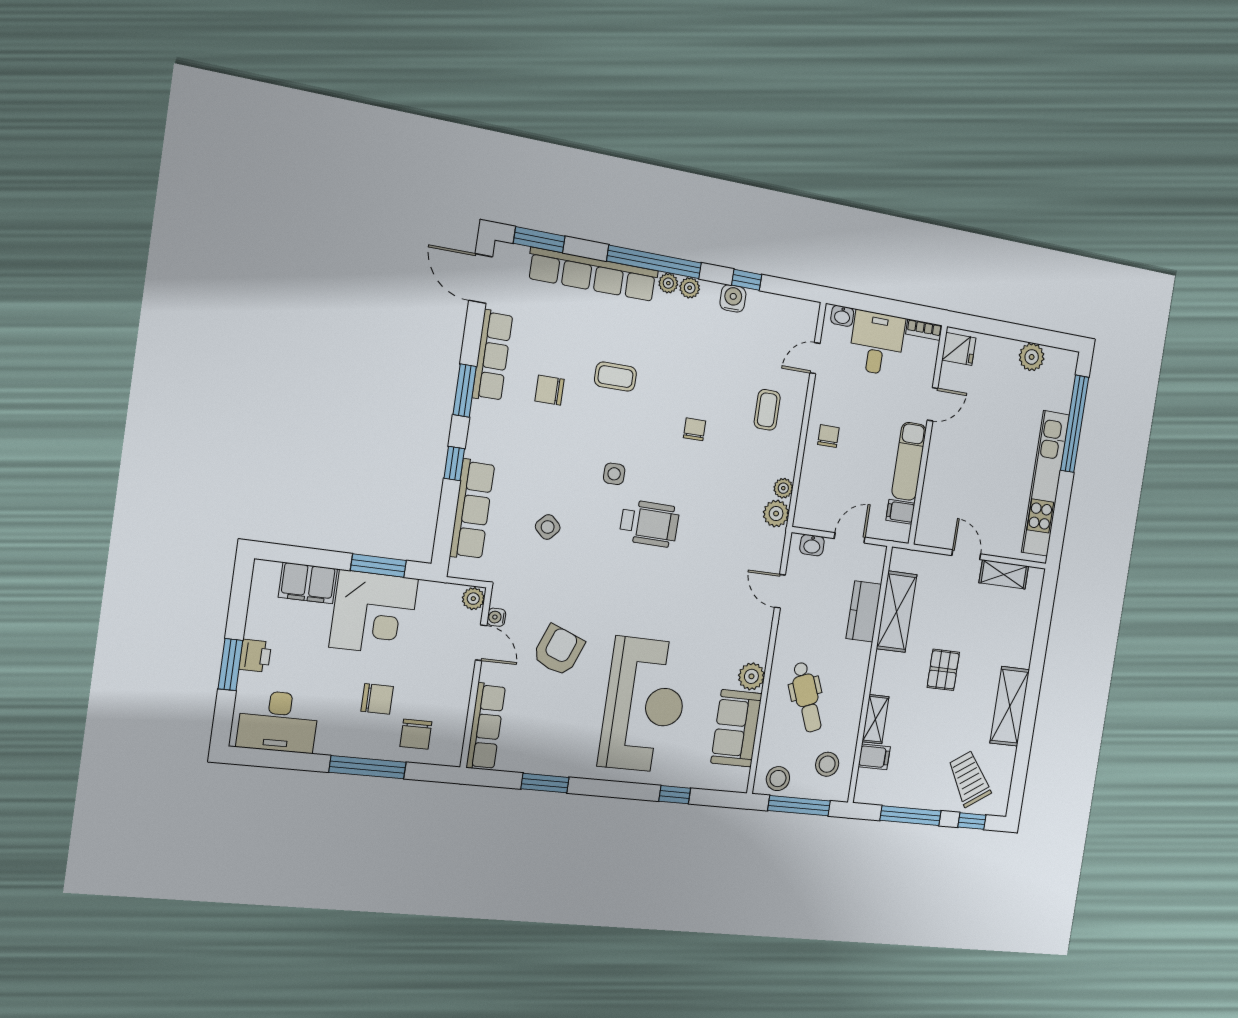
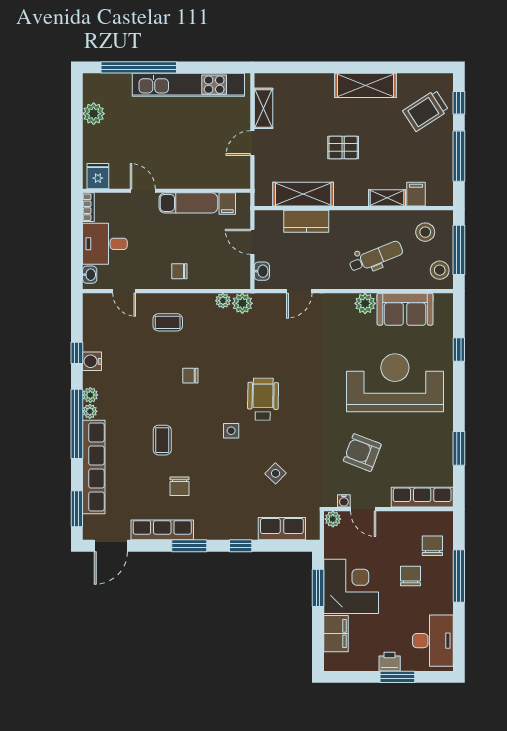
row of seats: (472, 510) -> (282, 529), width x0.68
door: (481, 643) -> (363, 509), swing flipped
chair: (416, 734) -> (432, 546), turned -90

